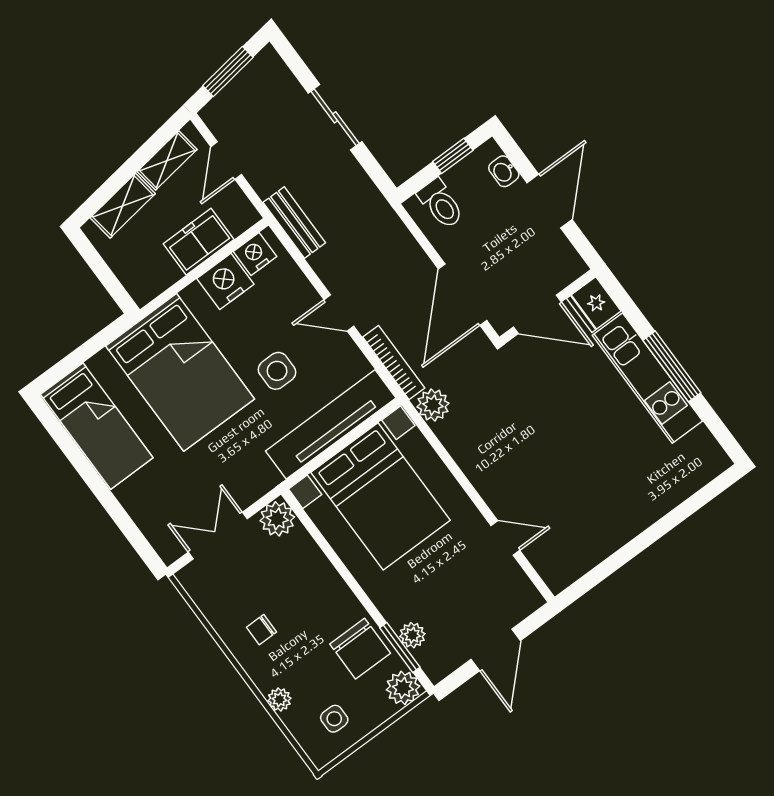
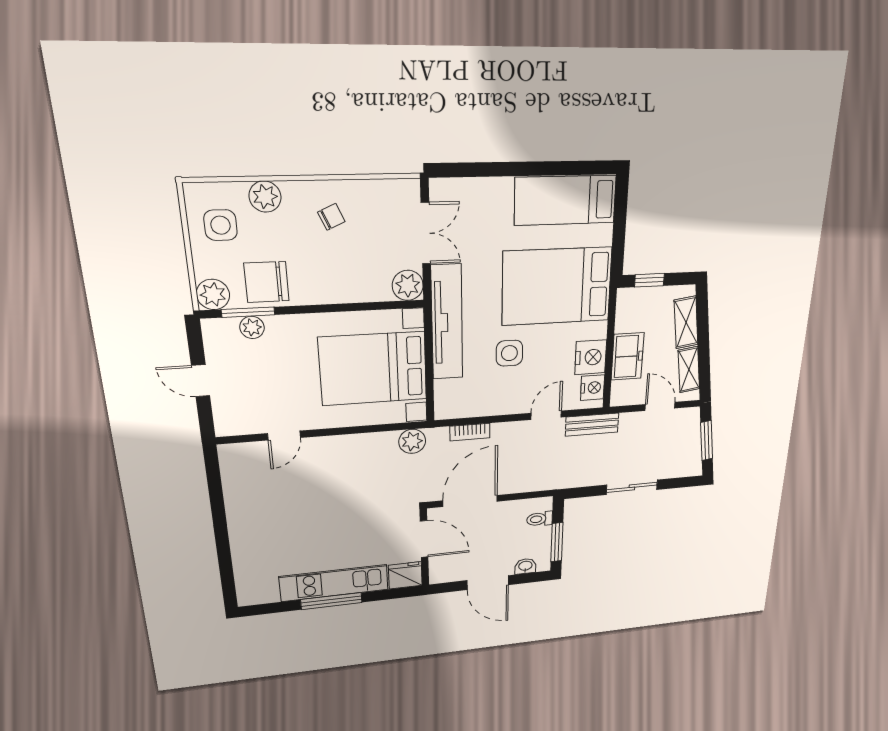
window: (453, 156) -> (557, 542), width x1.50
toilet: (441, 204) -> (540, 519), width x0.73, depth x0.72
window: (110, 281) -> (649, 280), added
door: (463, 295) -> (470, 501), hinge flipped
door: (339, 313) -> (546, 415), moved
door: (537, 314) -> (424, 539), swing flipped
bookcase: (394, 363) -> (470, 432), width x0.64
tv unit: (331, 424) -> (447, 323), moved
chair: (261, 630) -> (331, 217), turned 66
door: (496, 650) -> (201, 381), width x0.73
plant: (279, 699) -> (265, 197), width x1.38, depth x1.38
side table: (334, 719) -> (221, 225), width x1.37, depth x1.37

